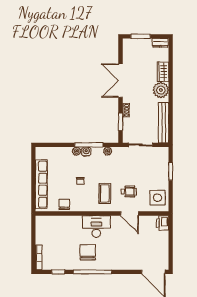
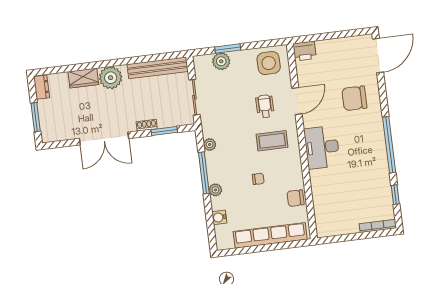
water cooler: (86, 152) -> (219, 217), moved
plant: (163, 166) -> (221, 61), added
chair: (88, 252) -> (354, 98), moved

